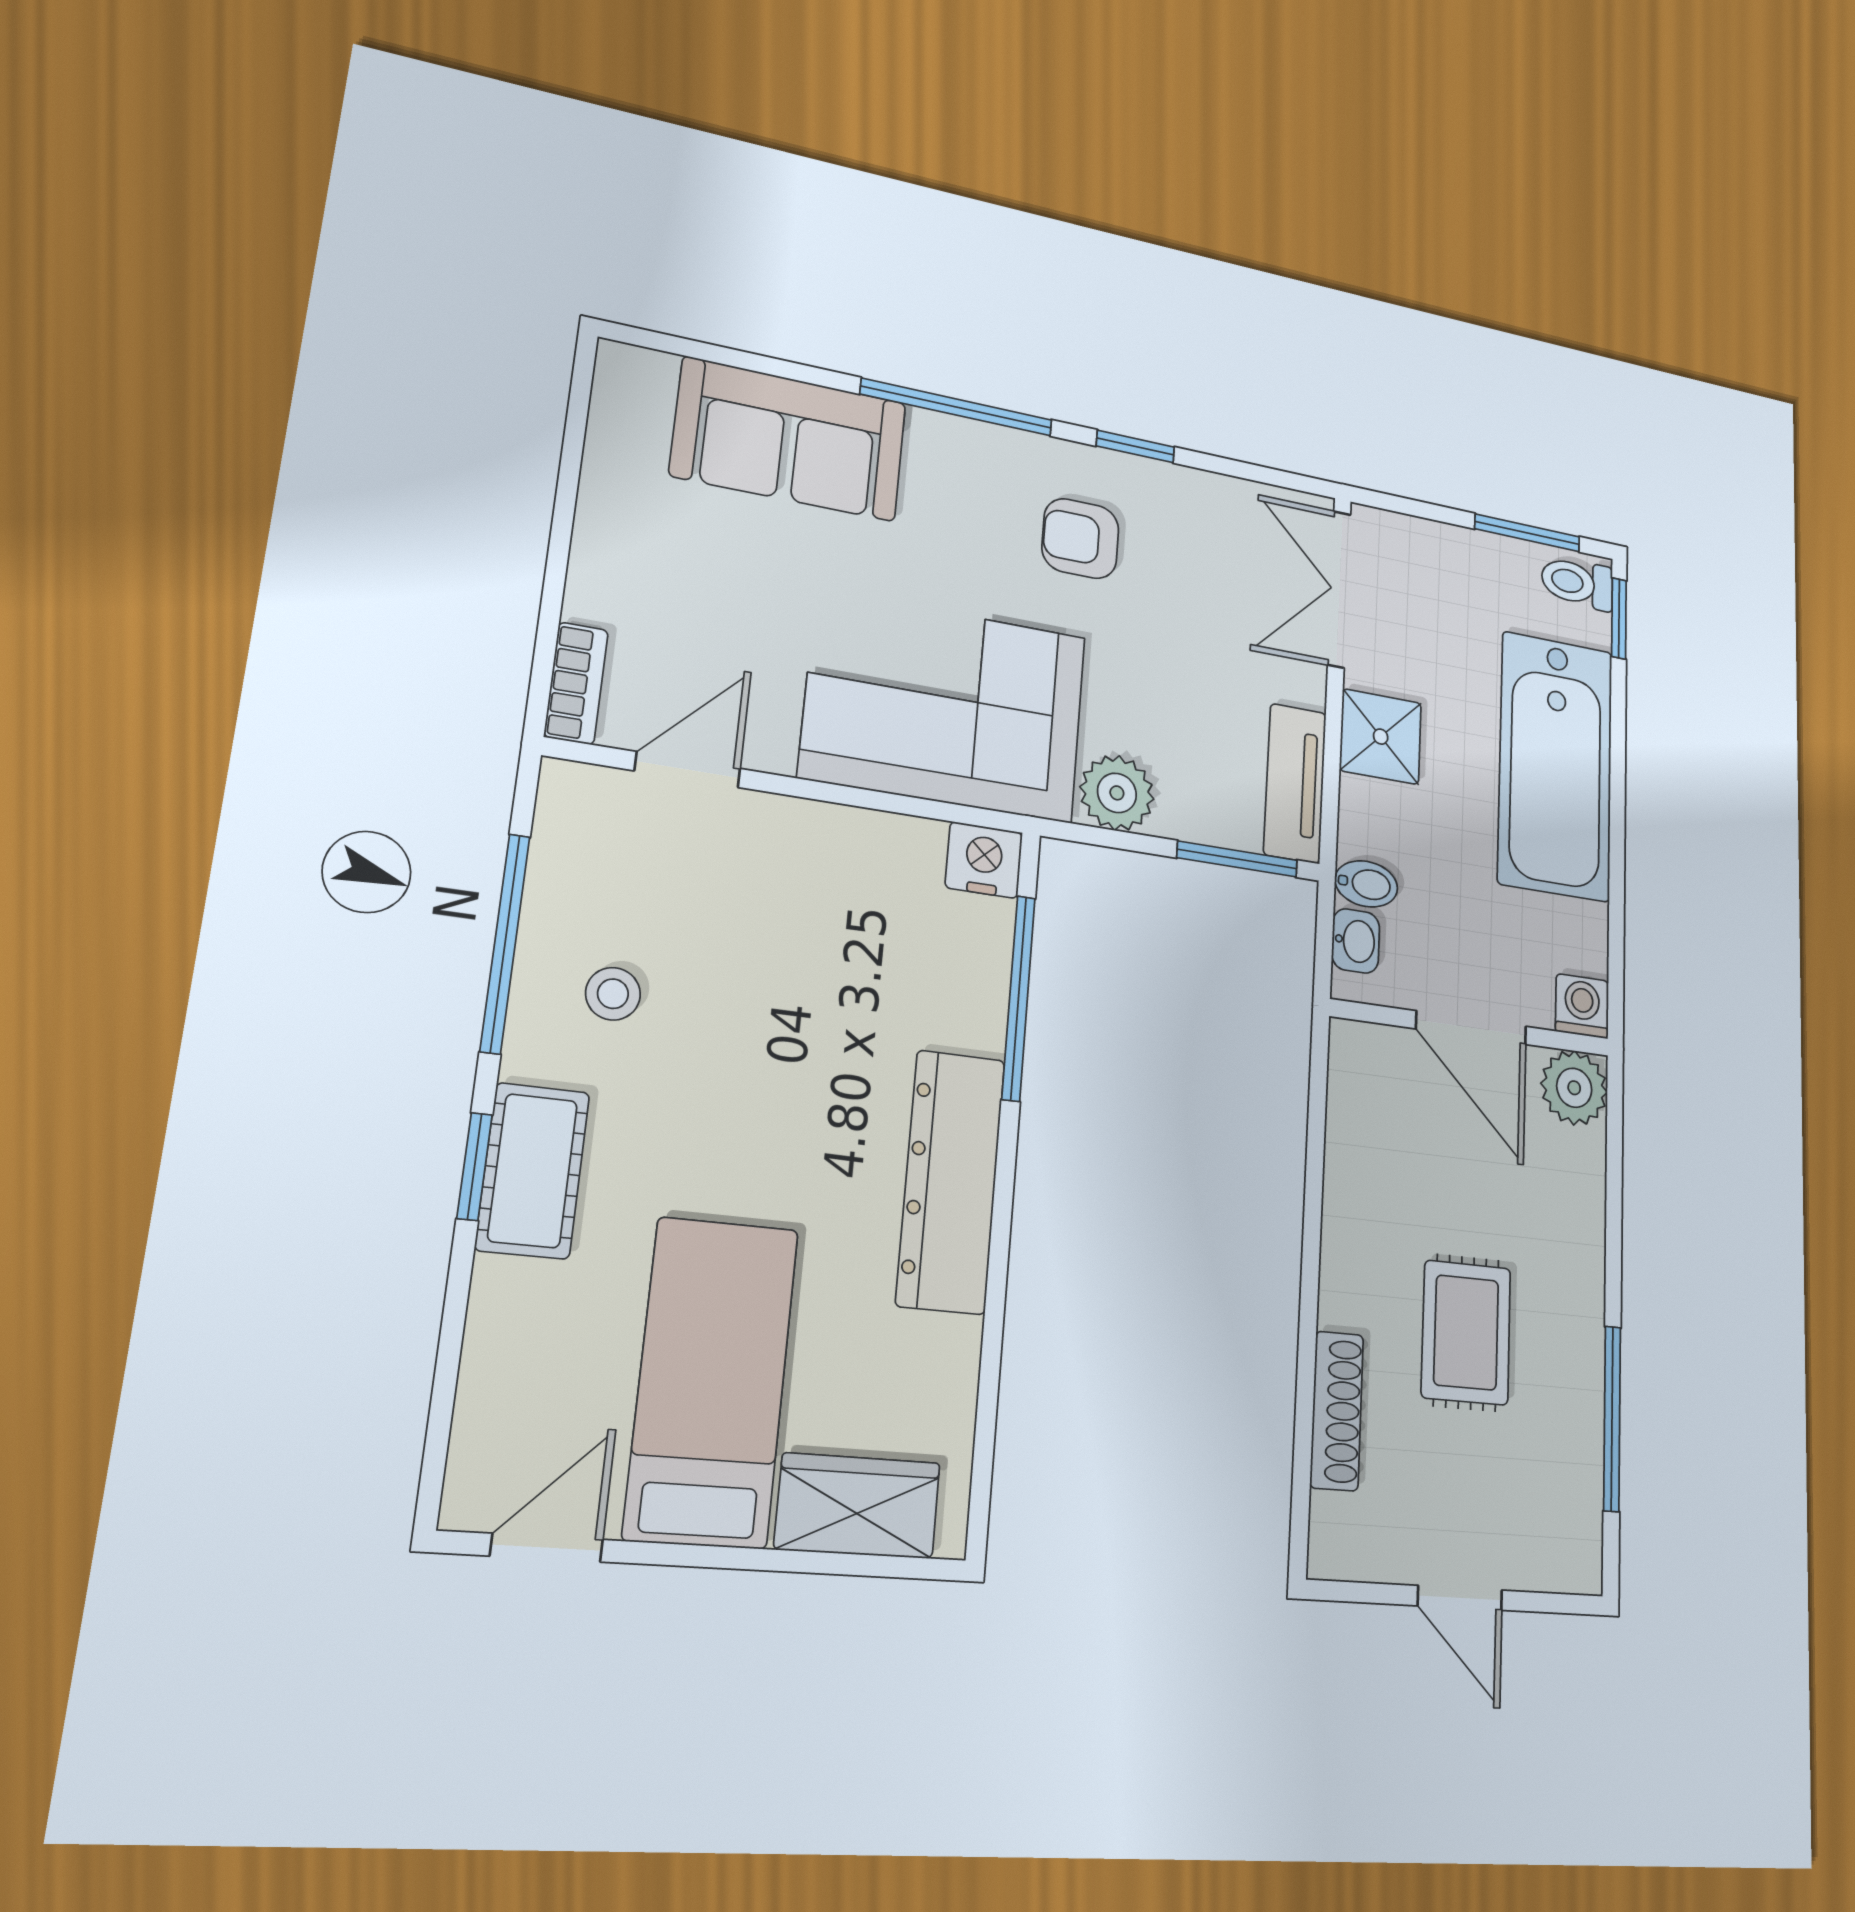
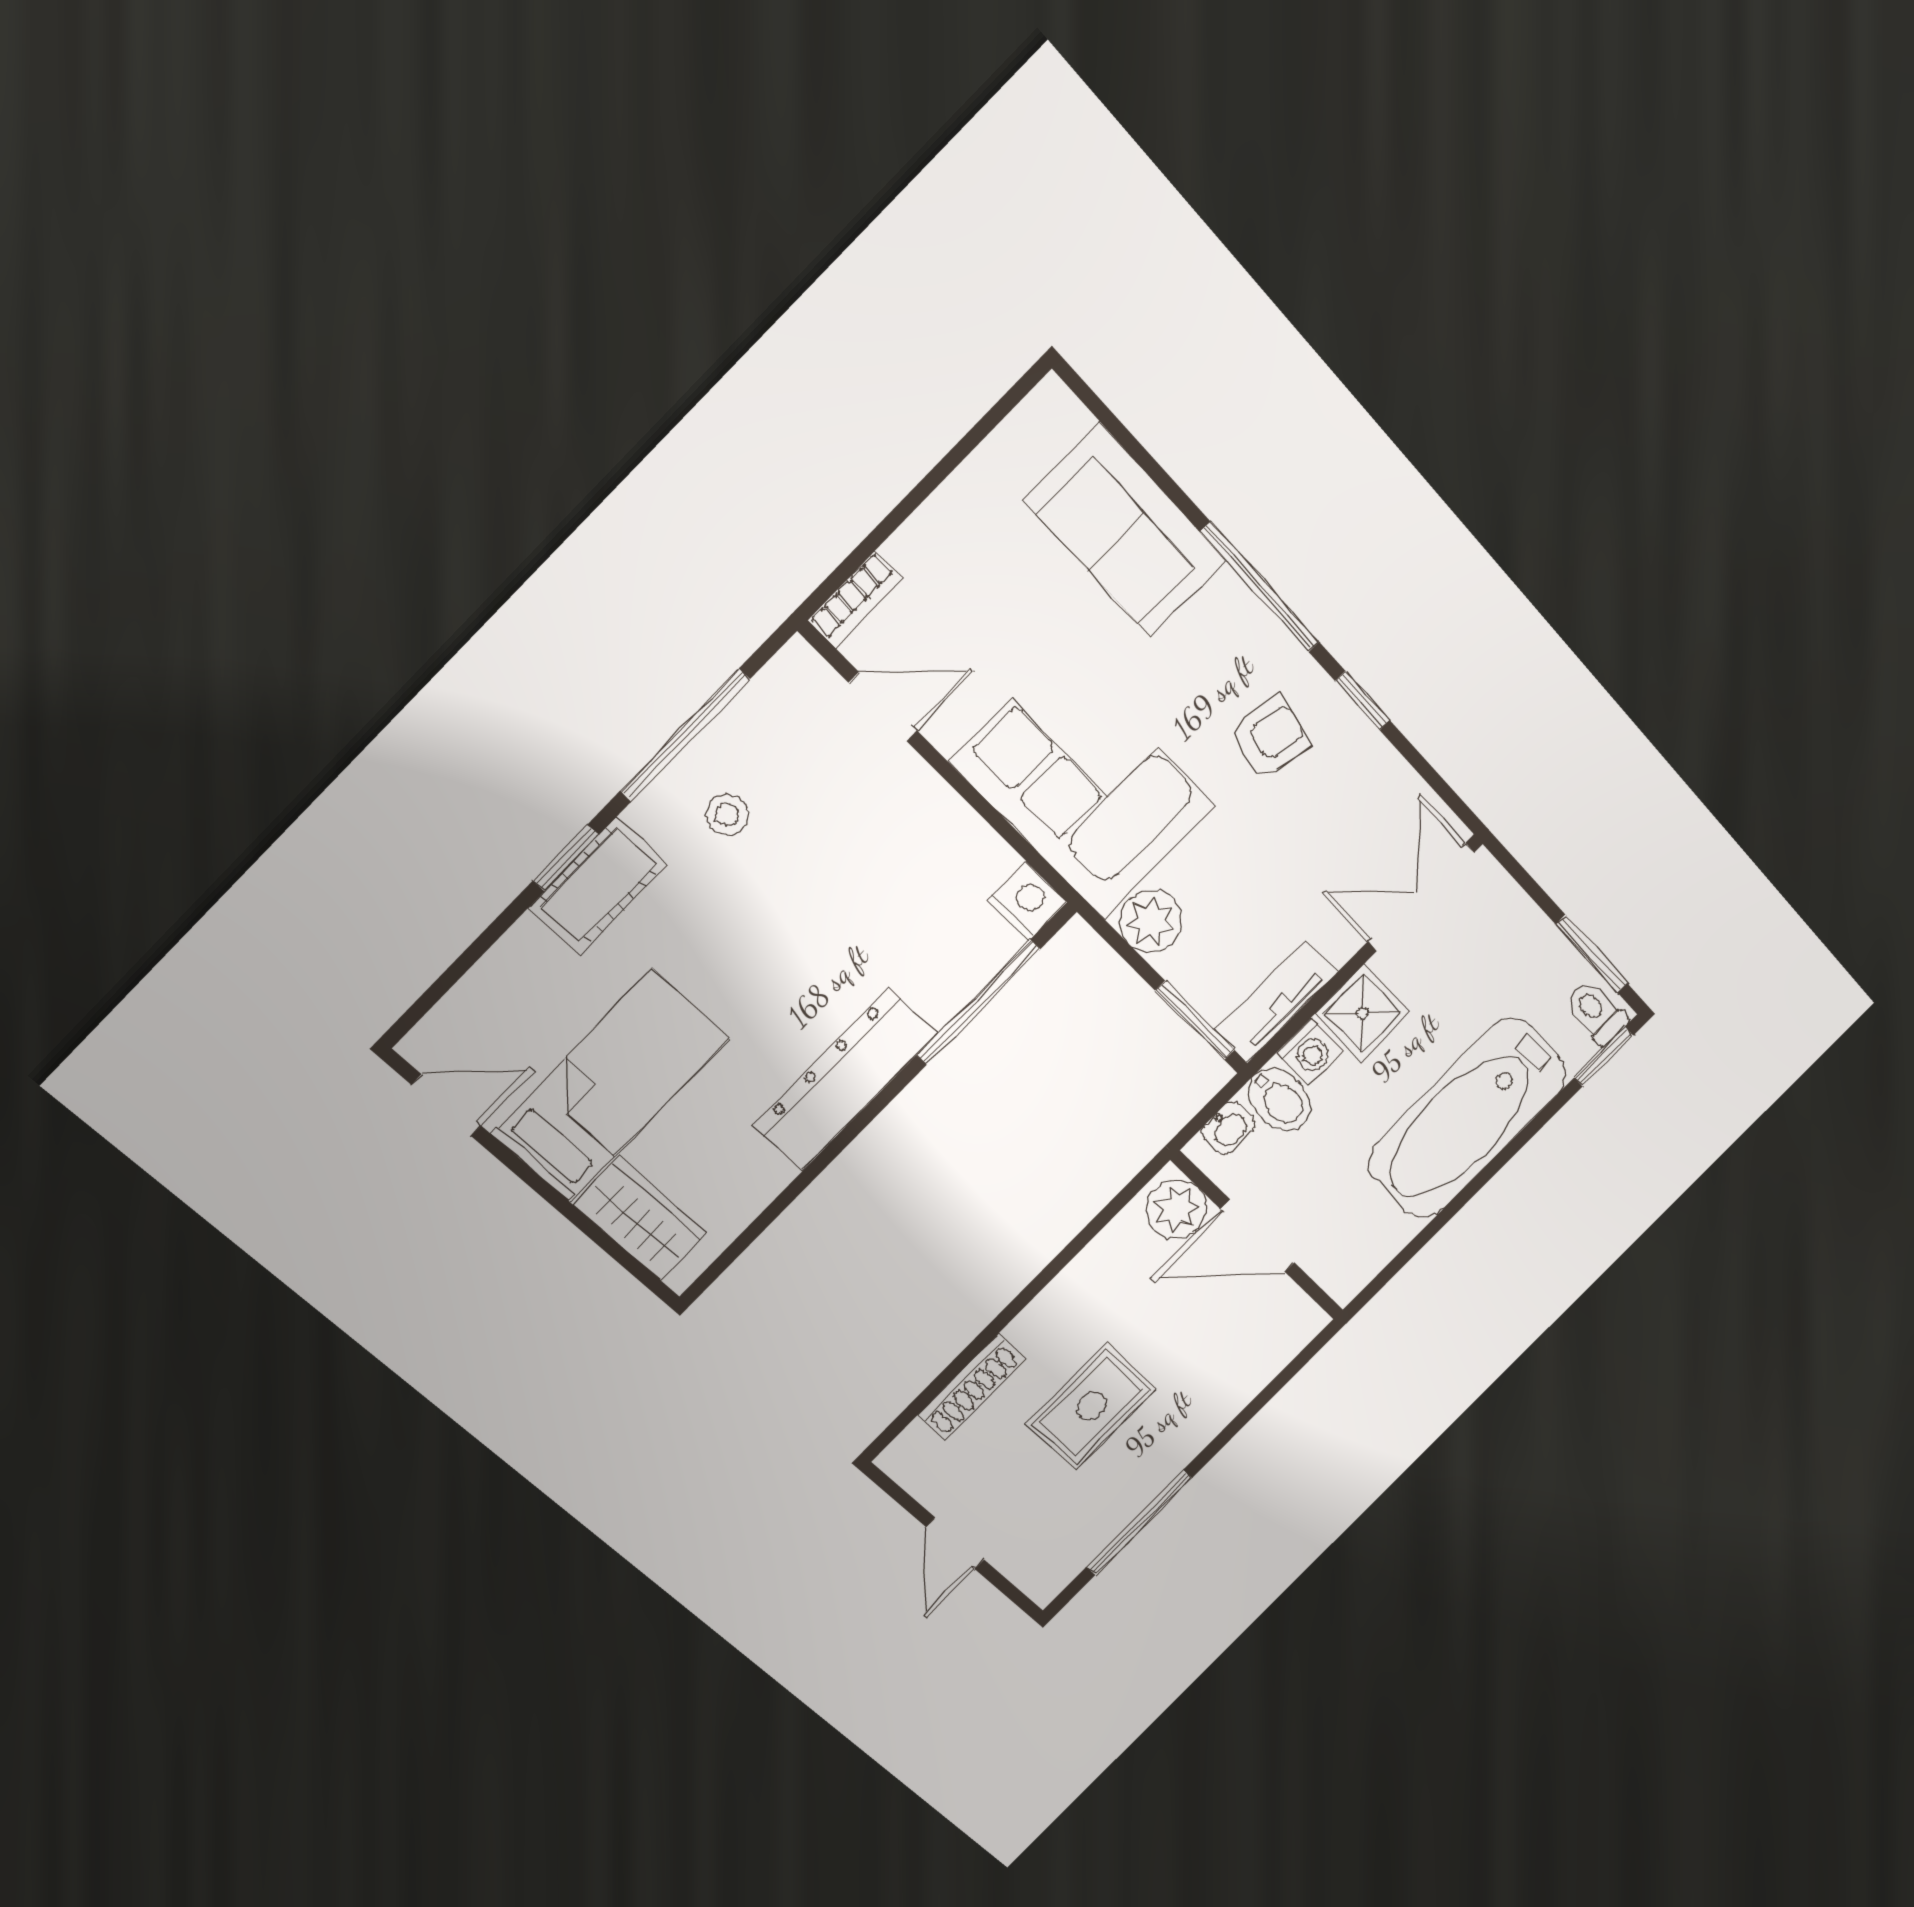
armchair: (1080, 539) -> (1270, 737), turned 101
bidet: (1366, 884) -> (1279, 1100), width x1.38, depth x1.36
washing machine: (1582, 1006) -> (1309, 1052), moved, turned 90
door: (1471, 1028) -> (1258, 1236), hinge flipped
plant: (1574, 1088) -> (1177, 1209), moved

